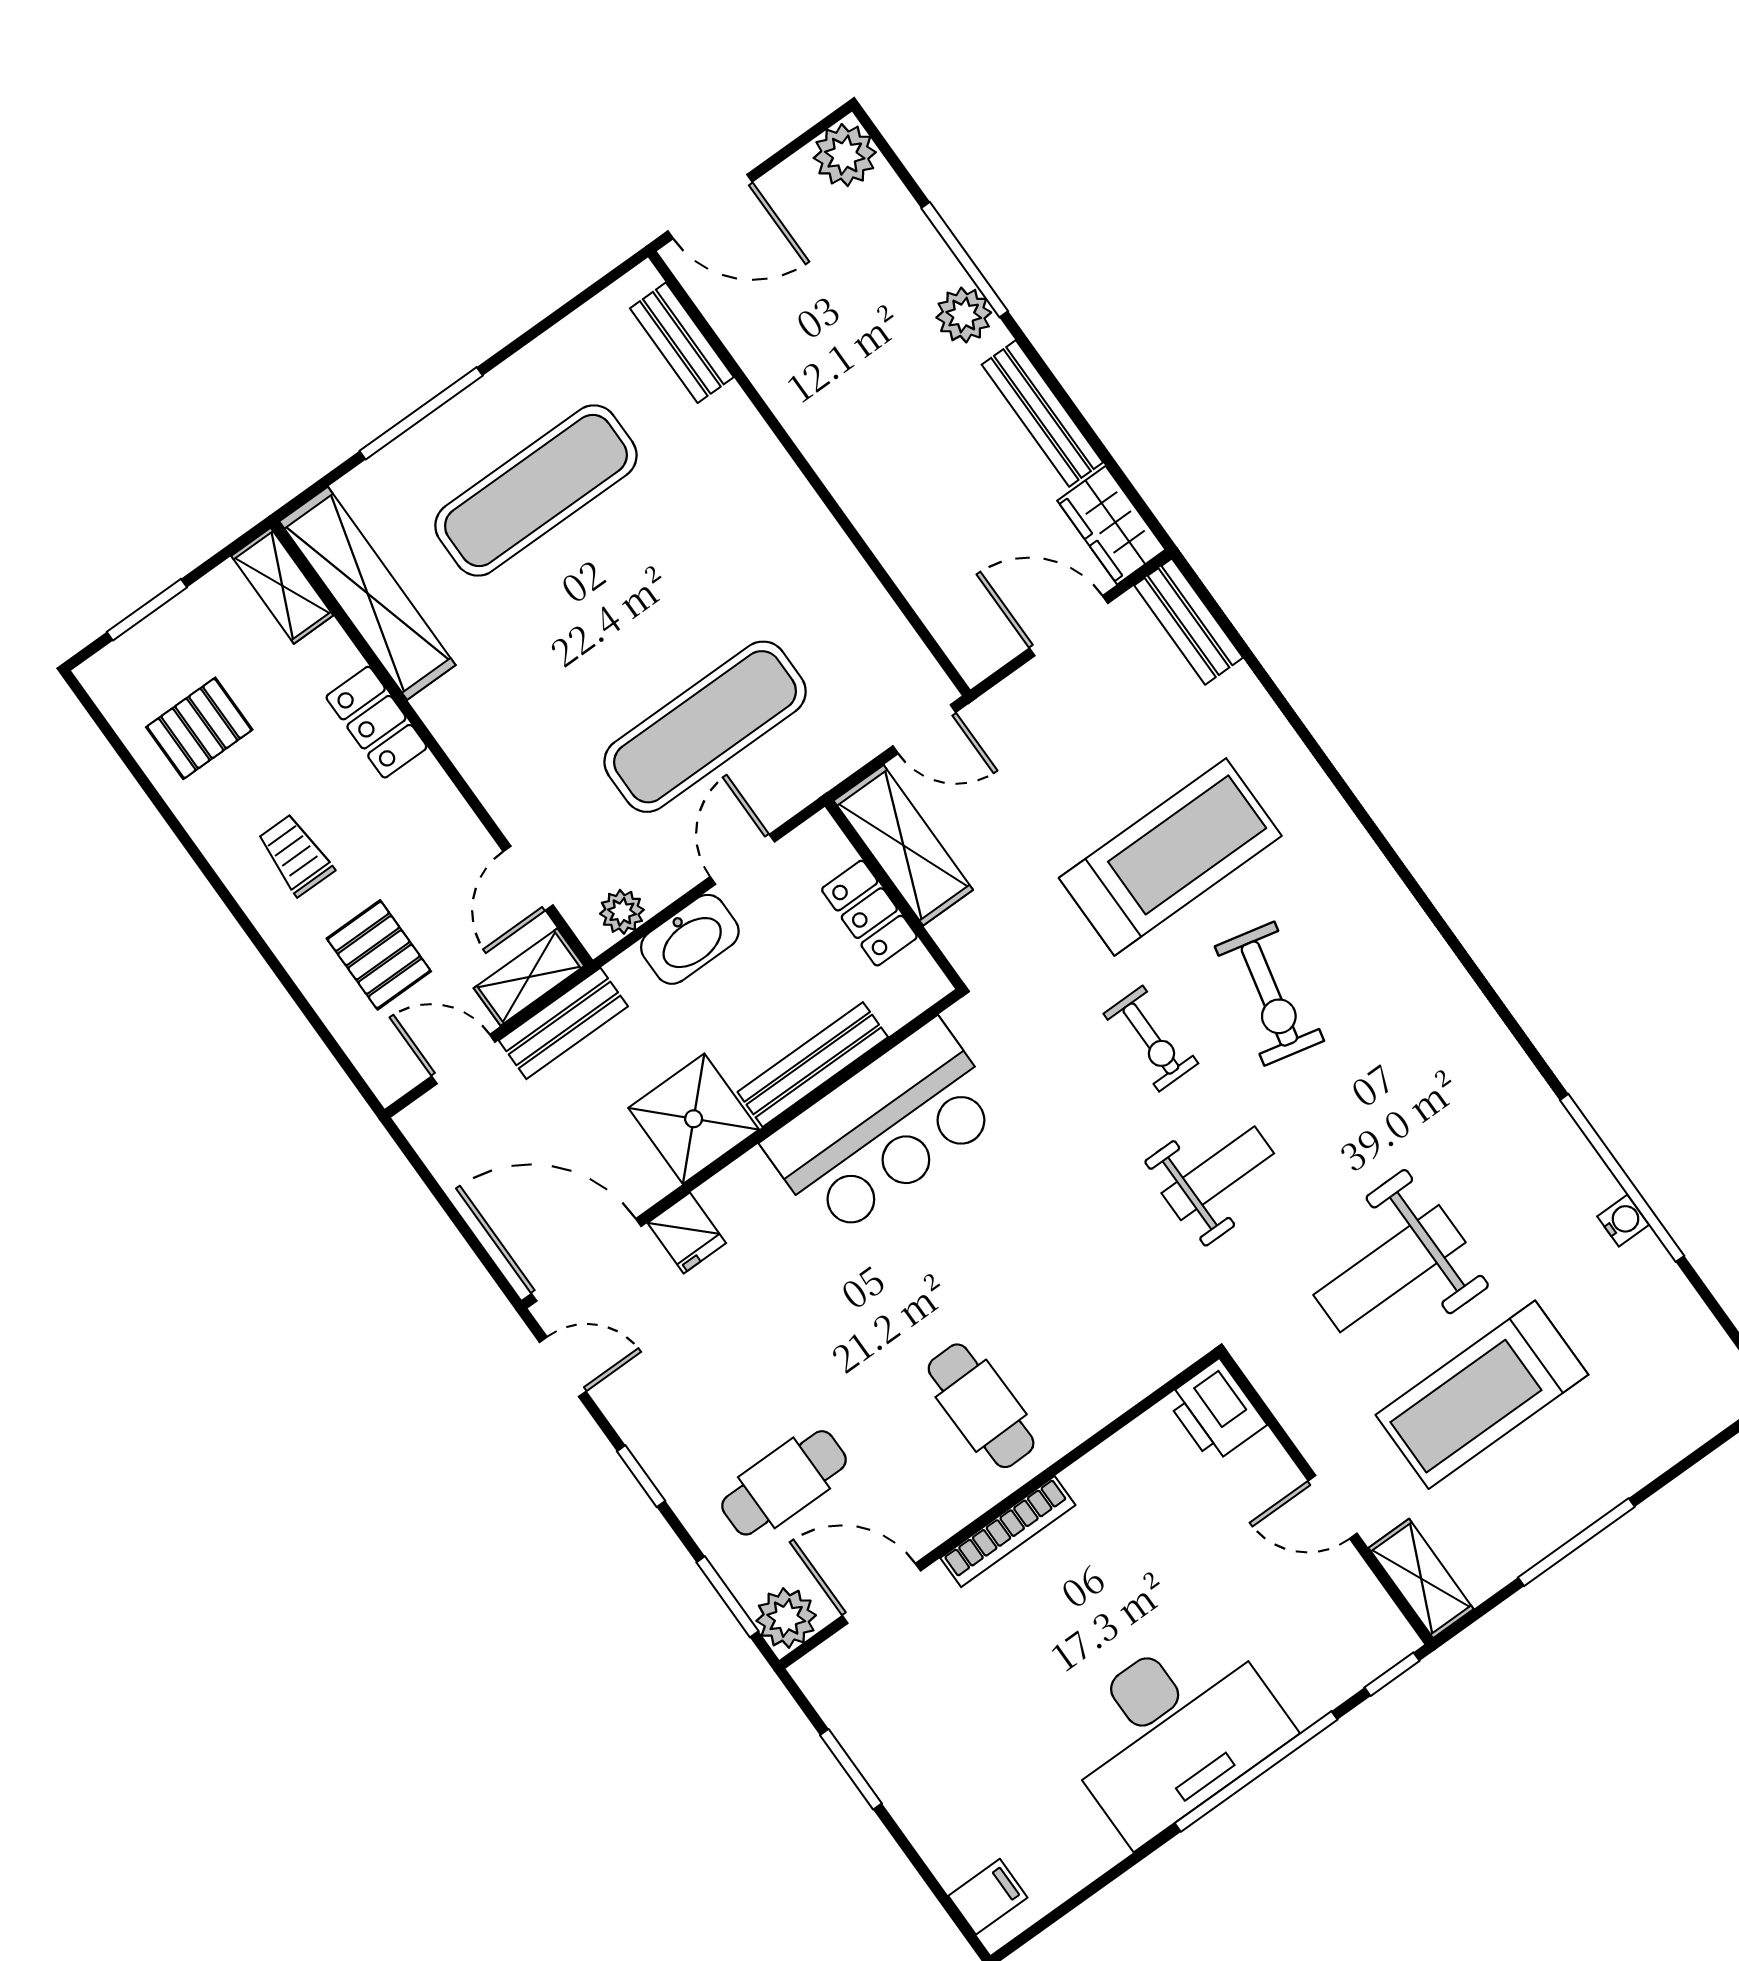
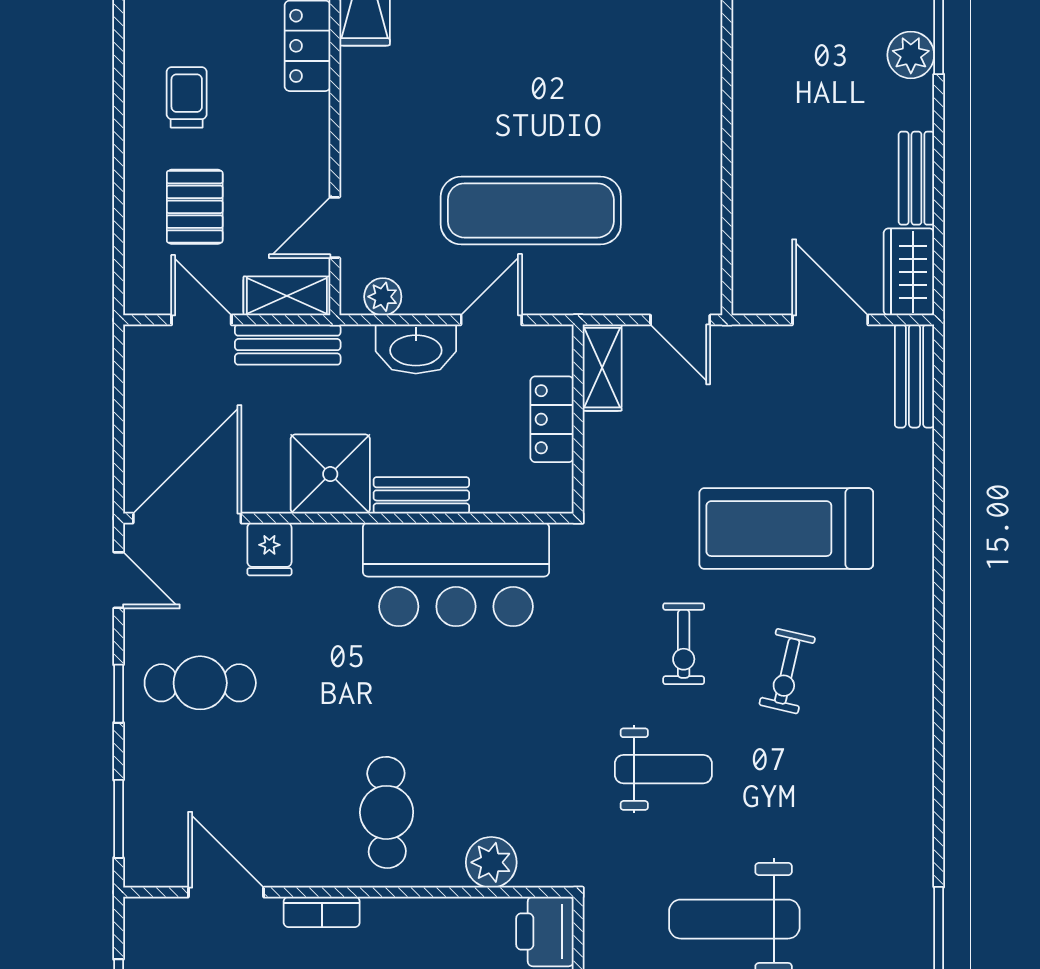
bench: (1042, 414) -> (916, 178), width x0.73
shelving: (903, 845) -> (602, 368), width x0.67, depth x0.75
treadmill: (1170, 857) -> (786, 529), turned 180
exercise bike: (1269, 994) -> (787, 671), width x0.73, depth x0.72
bench: (813, 1065) -> (421, 495), width x0.73
door: (586, 1260) -> (187, 518), hinge flipped
cafe table: (784, 1483) -> (200, 683), moved
bookcase: (1008, 1532) -> (322, 912), width x0.64
plant: (786, 1618) -> (491, 862), moved

